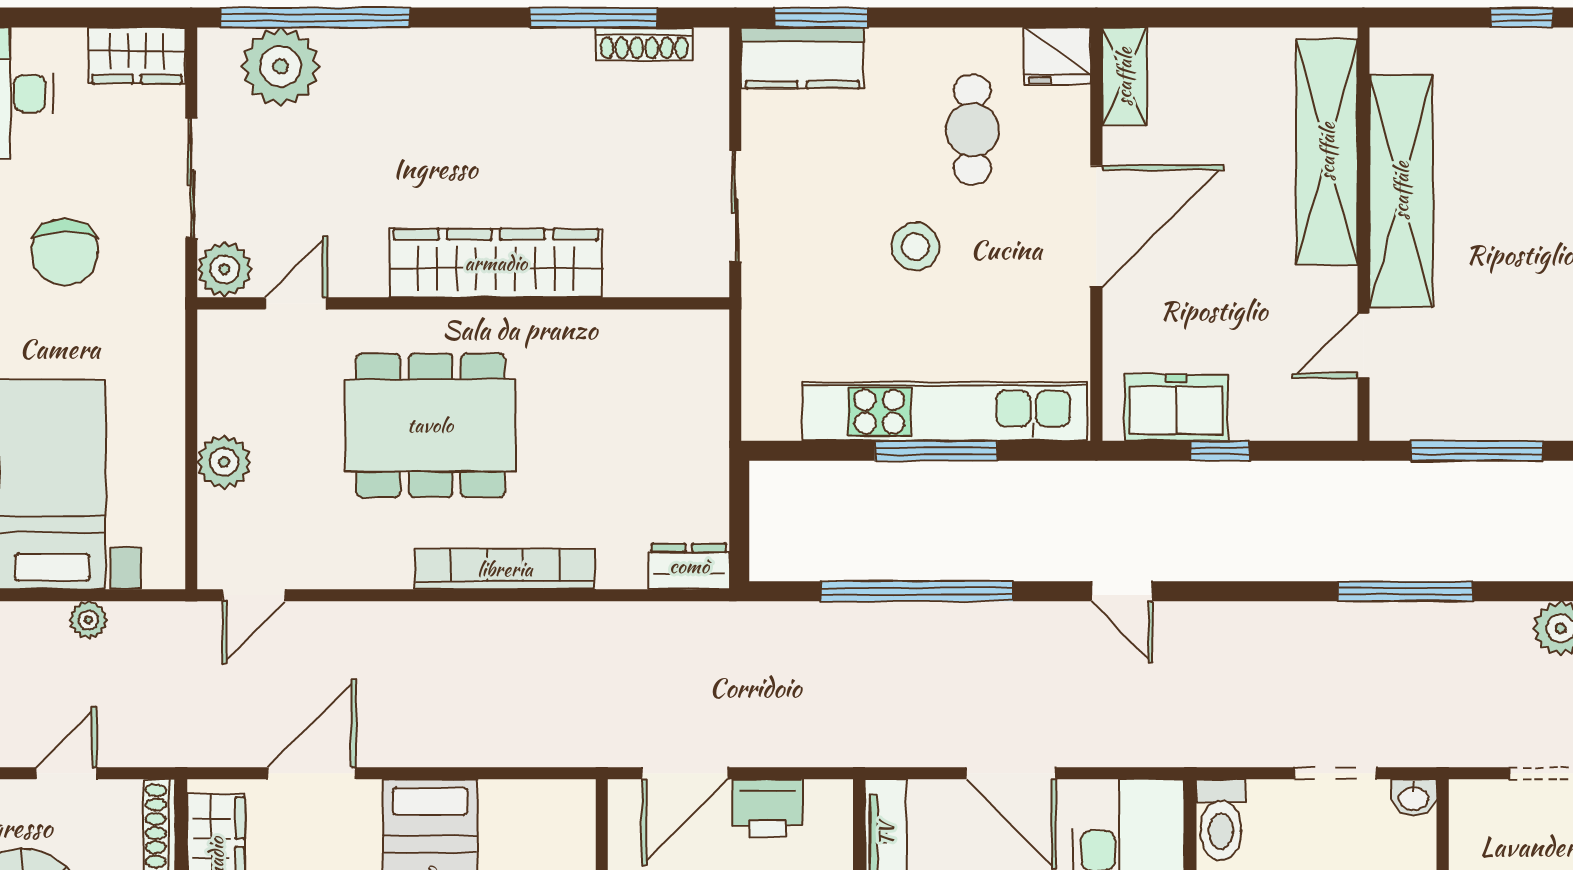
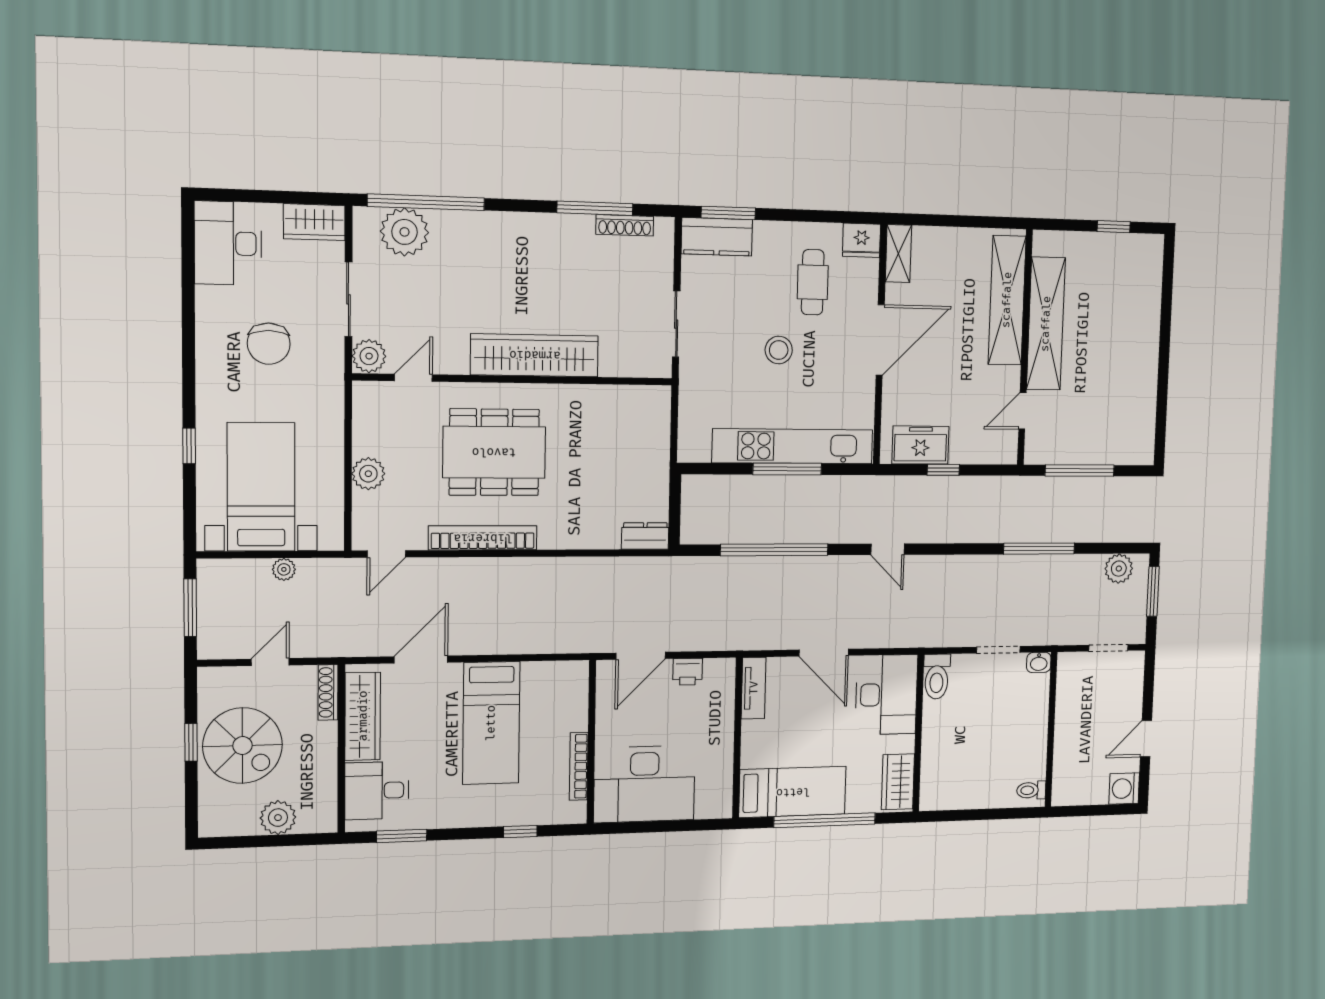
bookcase: (505, 569) -> (483, 538), moved
printer: (768, 808) -> (688, 672), width x0.73, depth x0.81

